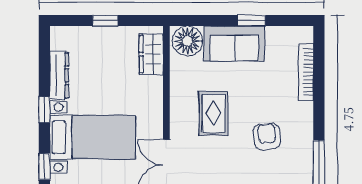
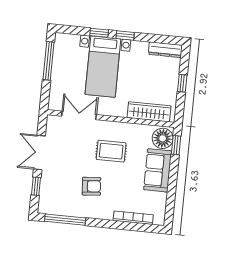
window: (251, 21) -> (176, 145), moved
wardrobe: (151, 54) -> (149, 112), width x1.50
dresser: (59, 75) -> (165, 50), moved
window: (44, 167) -> (99, 33), moved

